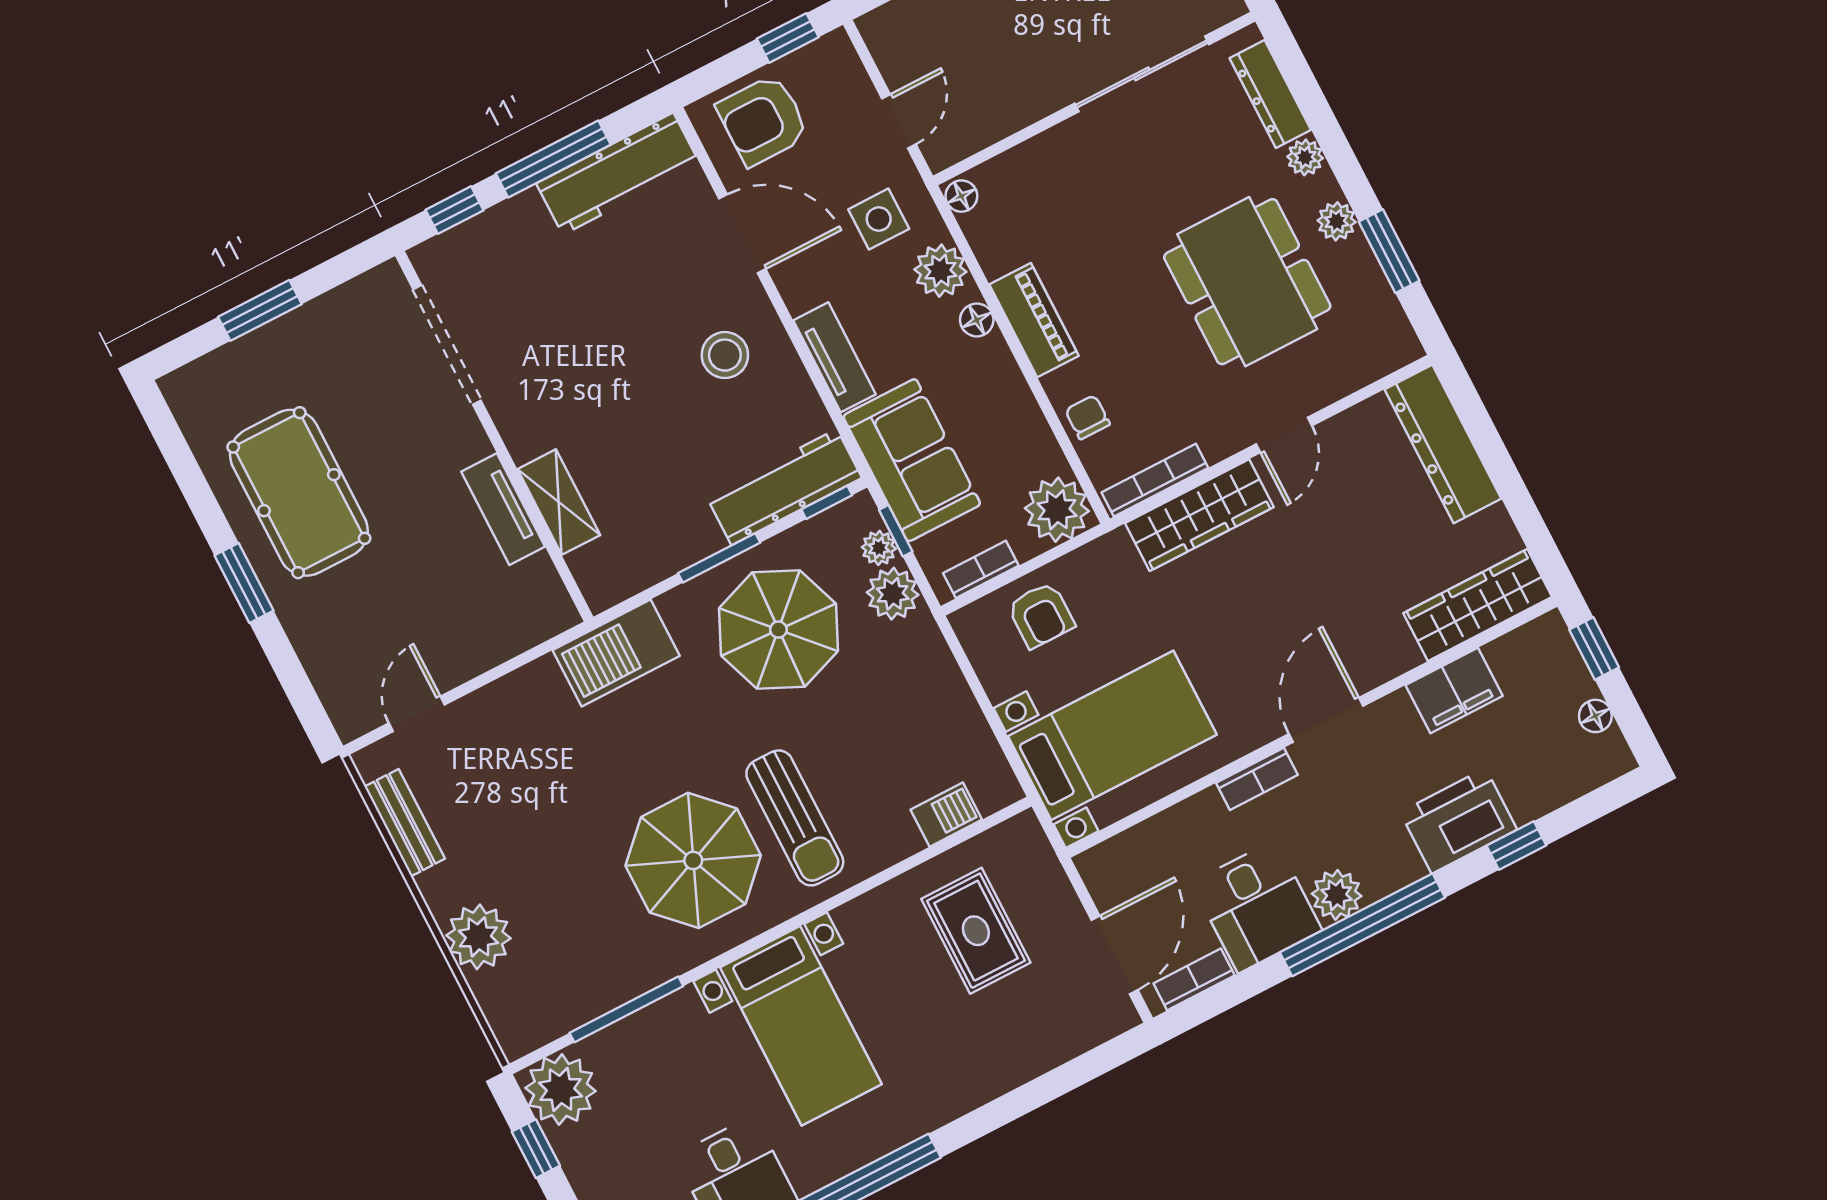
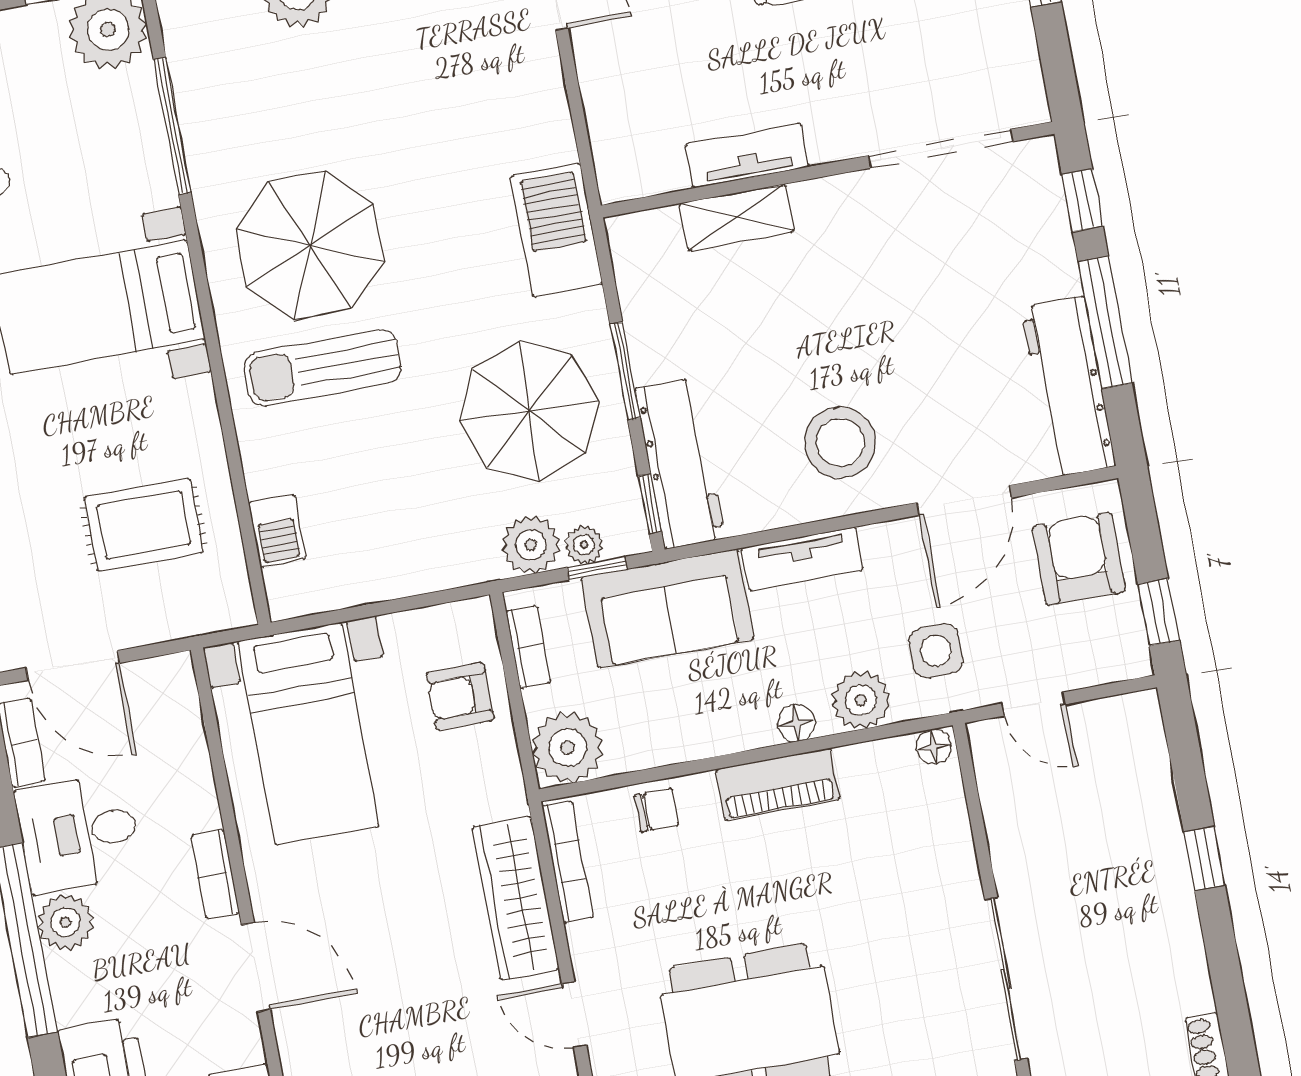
stool: (725, 355) -> (840, 442), width x1.38, depth x1.38

